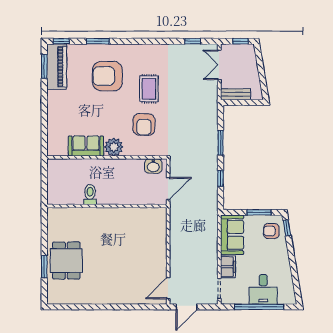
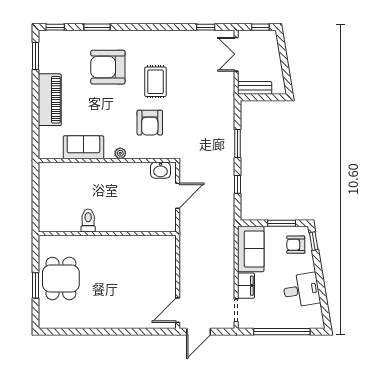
piano: (57, 67) -> (50, 100), moved
plant: (114, 147) -> (120, 153), width x0.53, depth x0.53
toilet: (90, 195) -> (88, 220), moved
wall: (107, 206) -> (107, 234), moved
desk: (263, 289) -> (301, 290), moved, turned -99

